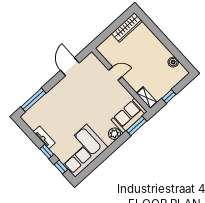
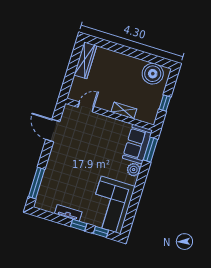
boiler: (173, 62) -> (153, 74), width x1.86, depth x1.86
door: (115, 74) -> (86, 107), moved
shelving: (147, 98) -> (124, 110), moved

